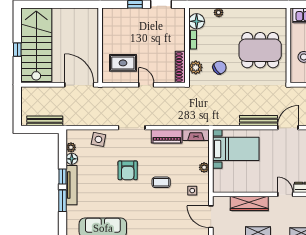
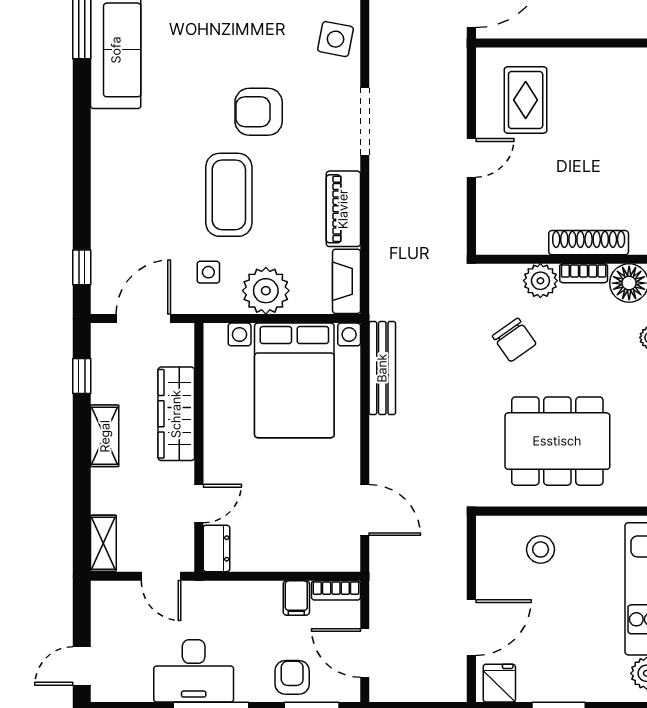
dining table: (260, 50) -> (557, 441), turned 90
shoe rack: (180, 67) -> (589, 243), moved
plant: (196, 67) -> (540, 281), moved
bench: (259, 121) -> (382, 368), moved
bed with nightstands: (236, 149) -> (294, 380), width x1.36
plant: (204, 167) -> (266, 291), width x1.88, depth x1.88
coffee table: (161, 182) -> (229, 195), width x1.86, depth x1.72

